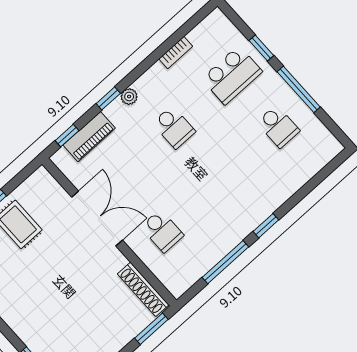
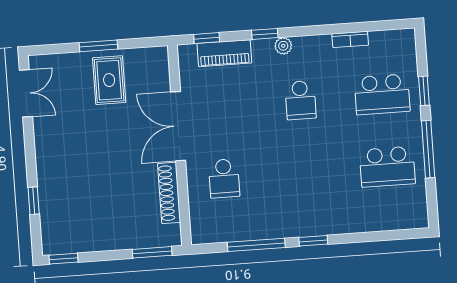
school desk: (278, 127) -> (387, 167), width x1.85
double door: (97, 219) -> (178, 126), swing flipped
shoe rack: (143, 289) -> (169, 193), moved

